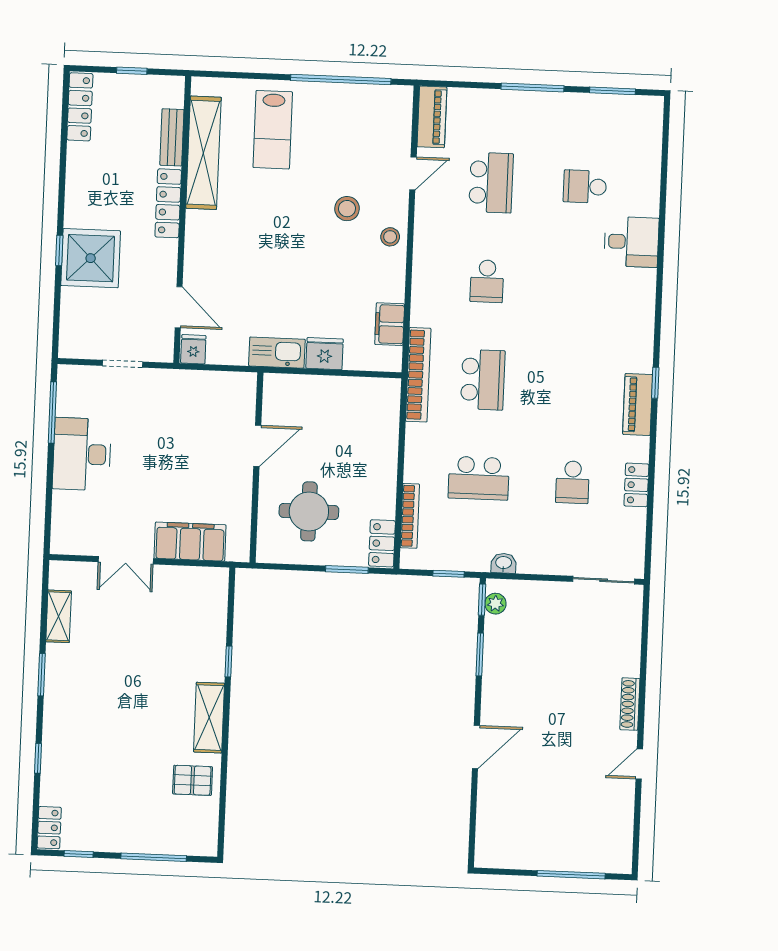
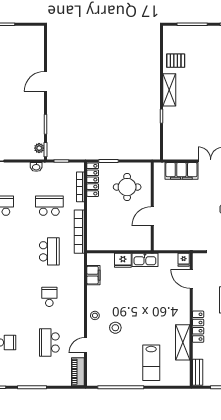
lab bench: (273, 130) -> (151, 363), turned 180
bench: (172, 137) -> (198, 372), moved
shelving: (203, 153) -> (183, 342), width x0.68
bookcase: (418, 375) -> (79, 232), moved
school desk: (483, 380) -> (49, 251), turned 180
locker: (382, 543) -> (93, 180), width x1.53

